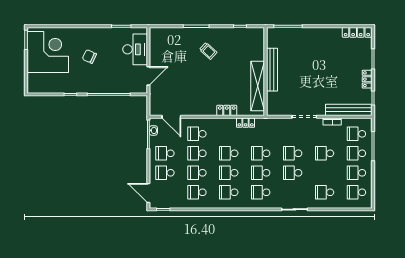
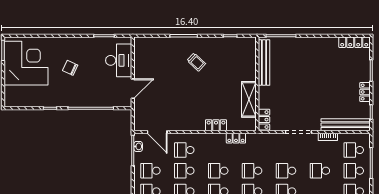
bench: (272, 70) -> (264, 63), moved
shelving: (258, 86) -> (249, 99), width x0.68
locker: (272, 105) -> (264, 120), added

